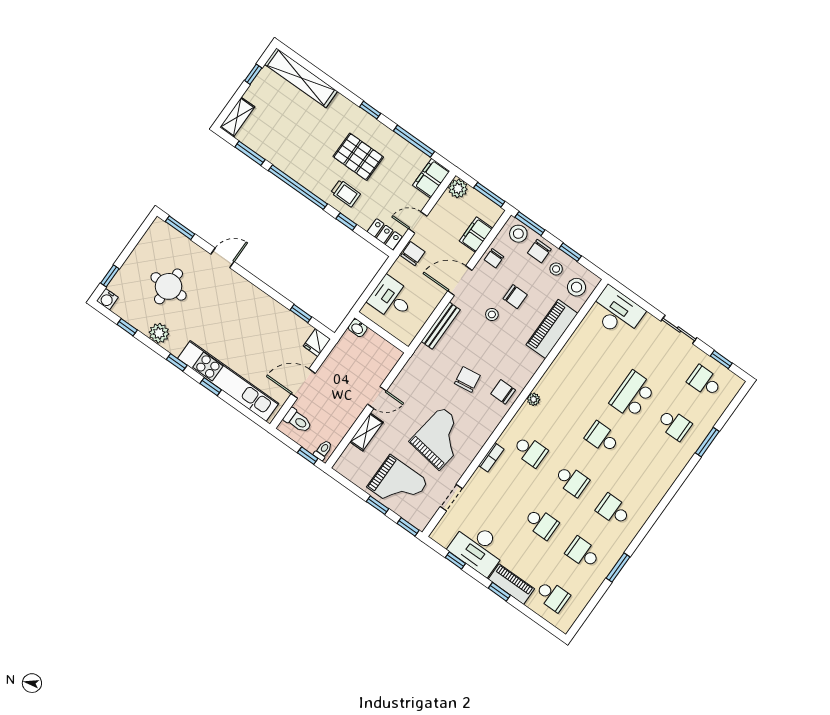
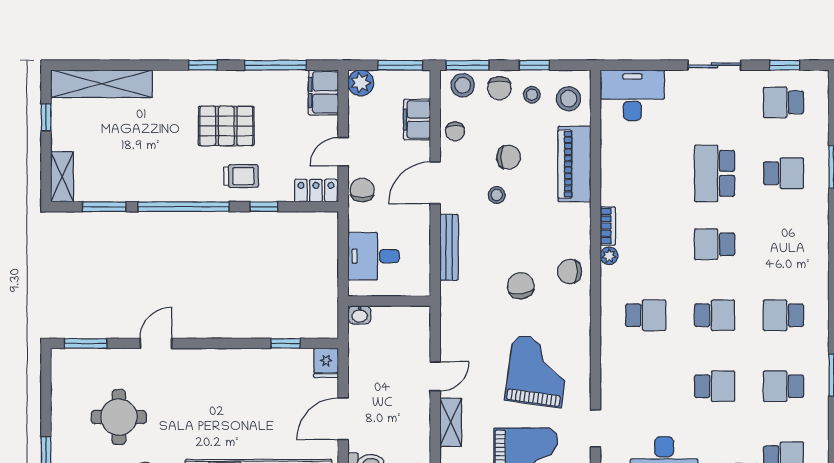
bookcase: (491, 457) -> (608, 226), moved

